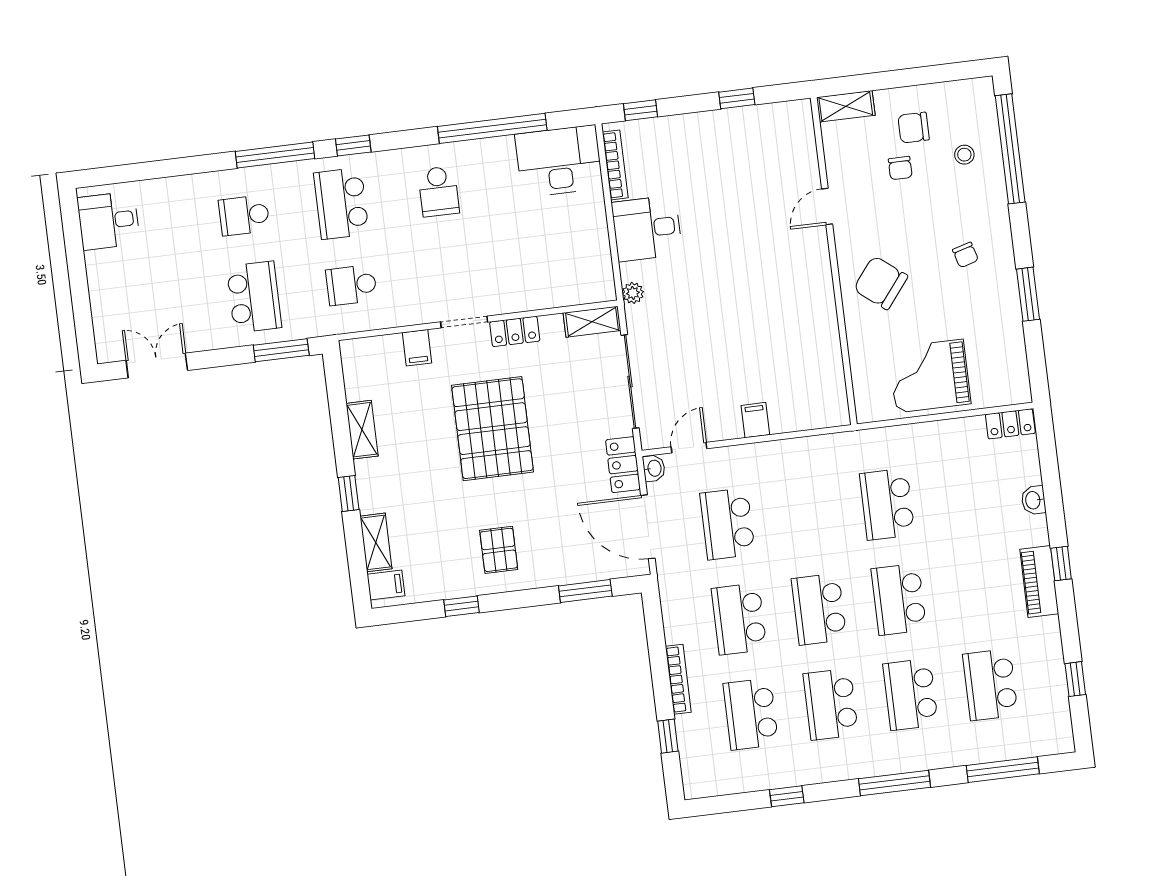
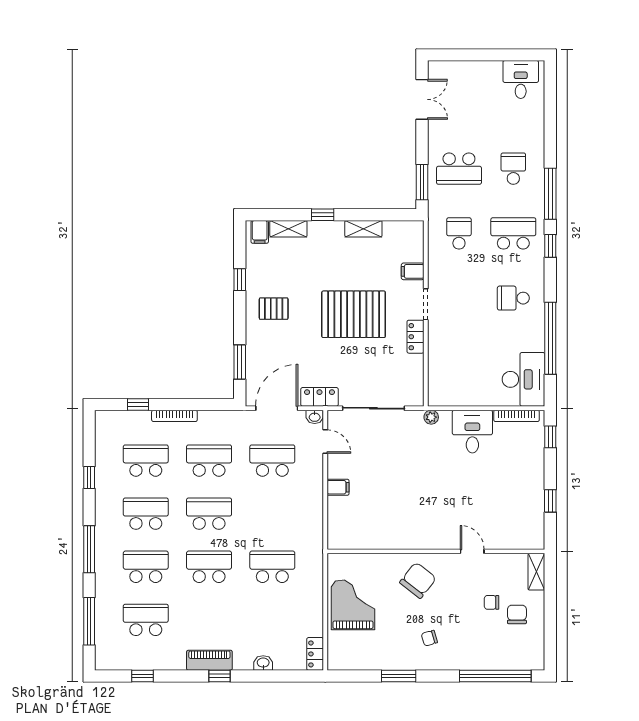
stool: (964, 155) -> (495, 646), removed
shelving: (592, 322) -> (416, 388), removed

